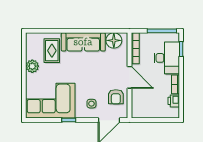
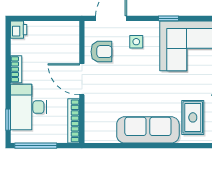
floor lamp: (114, 40) -> (104, 132), removed
armchair: (116, 97) -> (101, 52), turned 90
printer: (174, 101) -> (19, 30), moved

